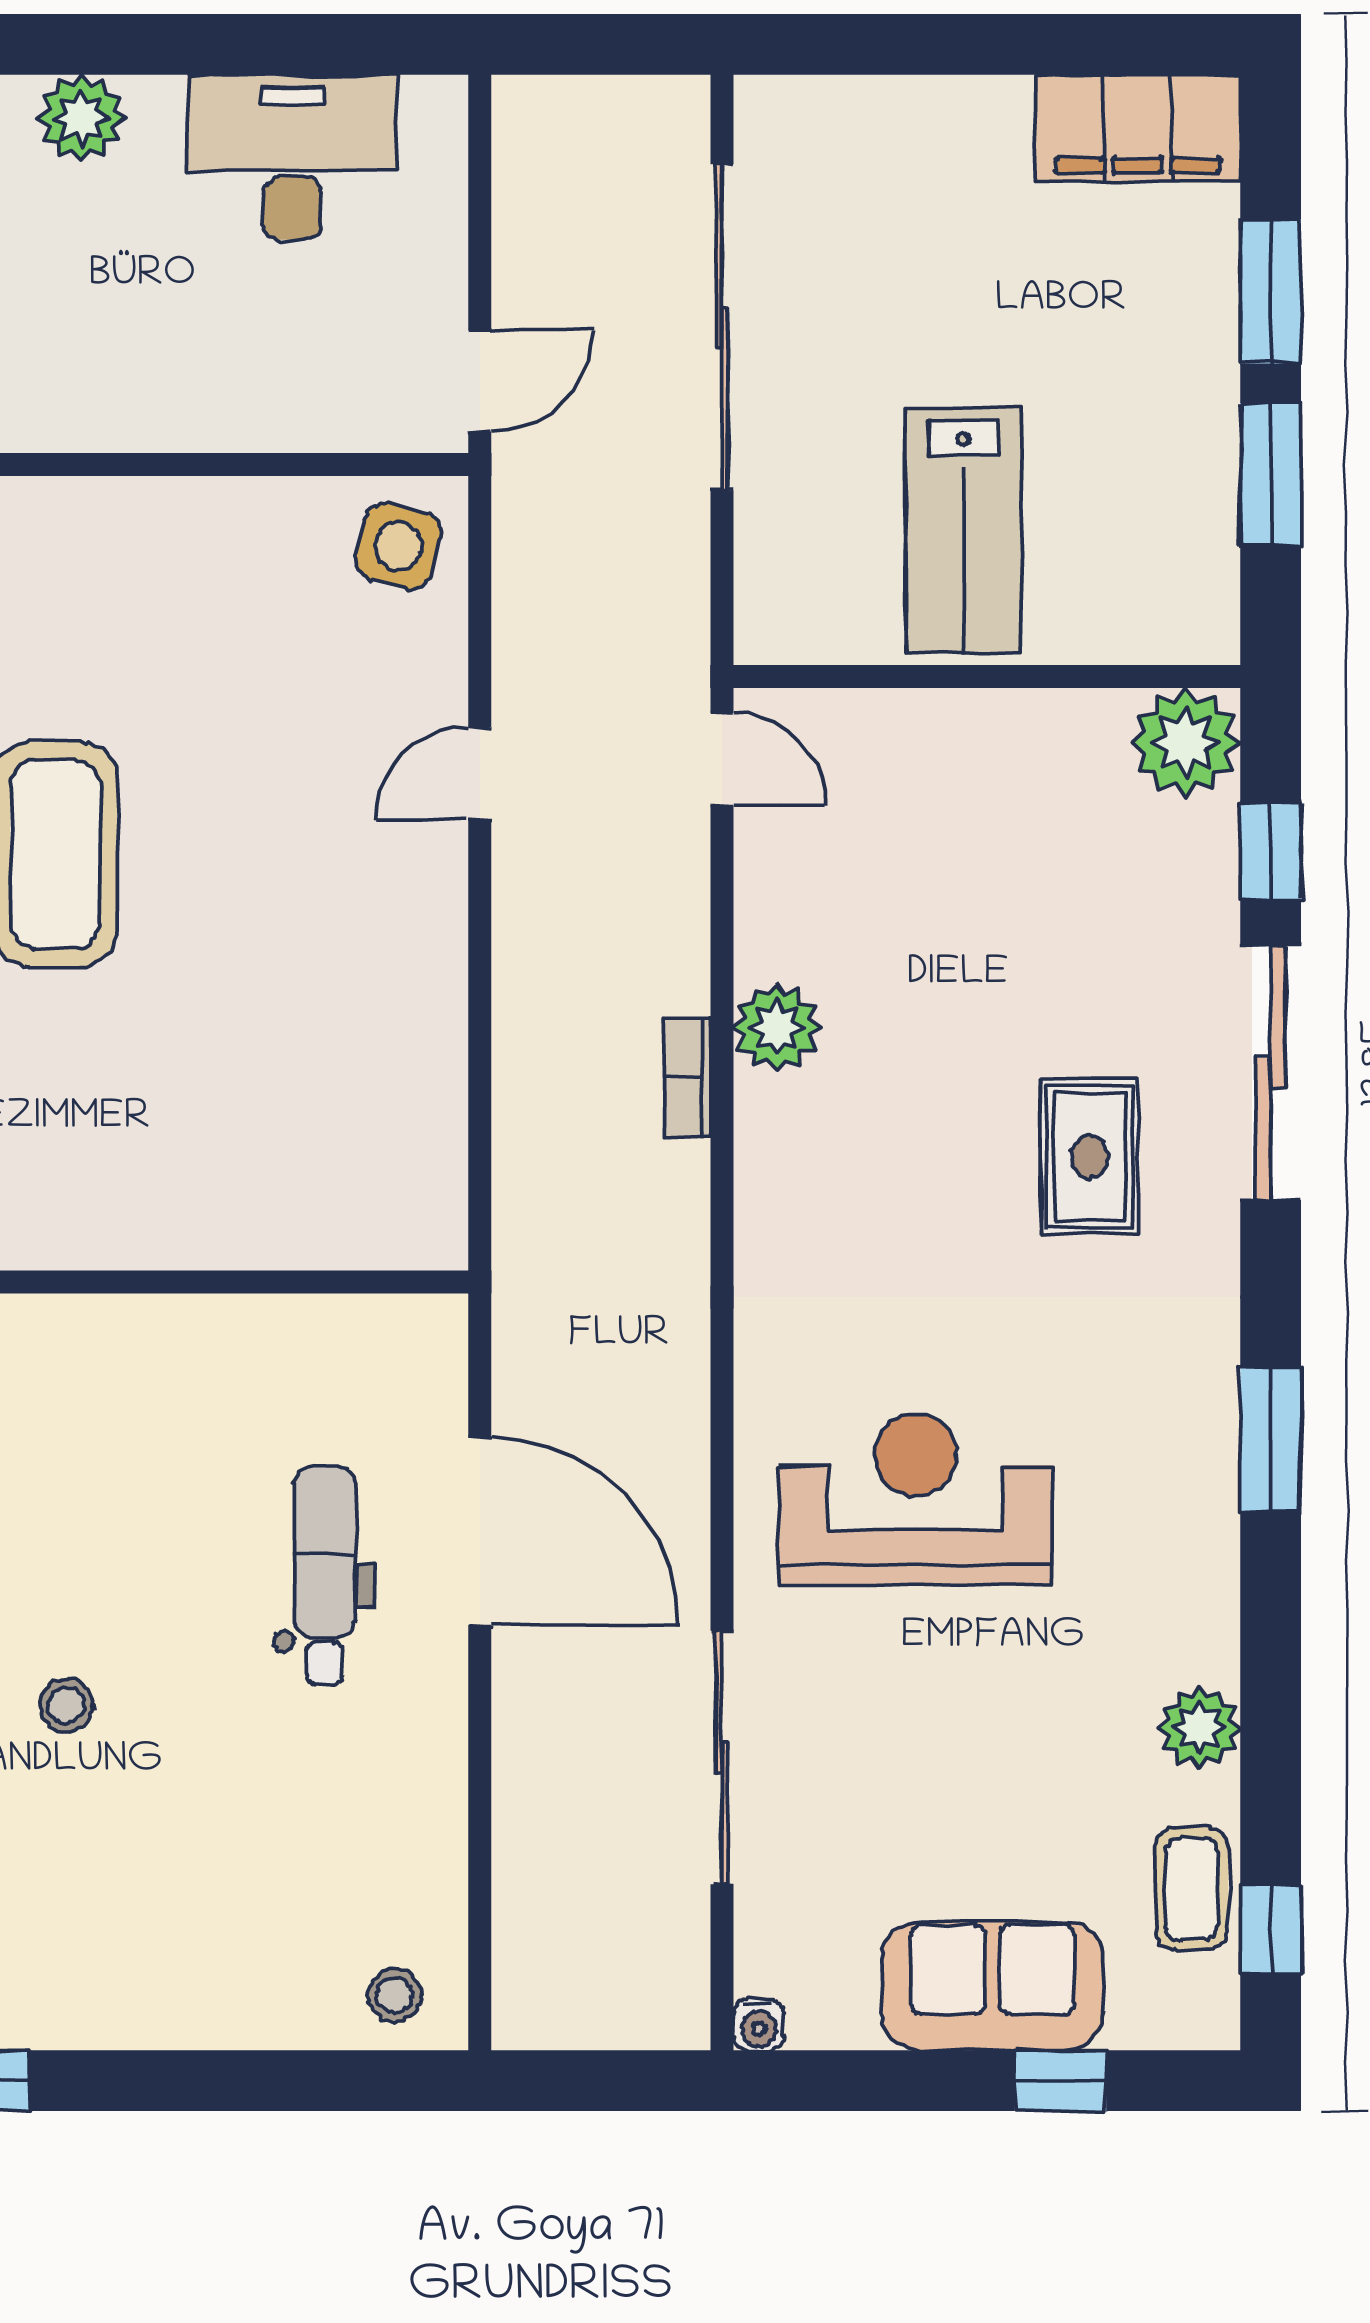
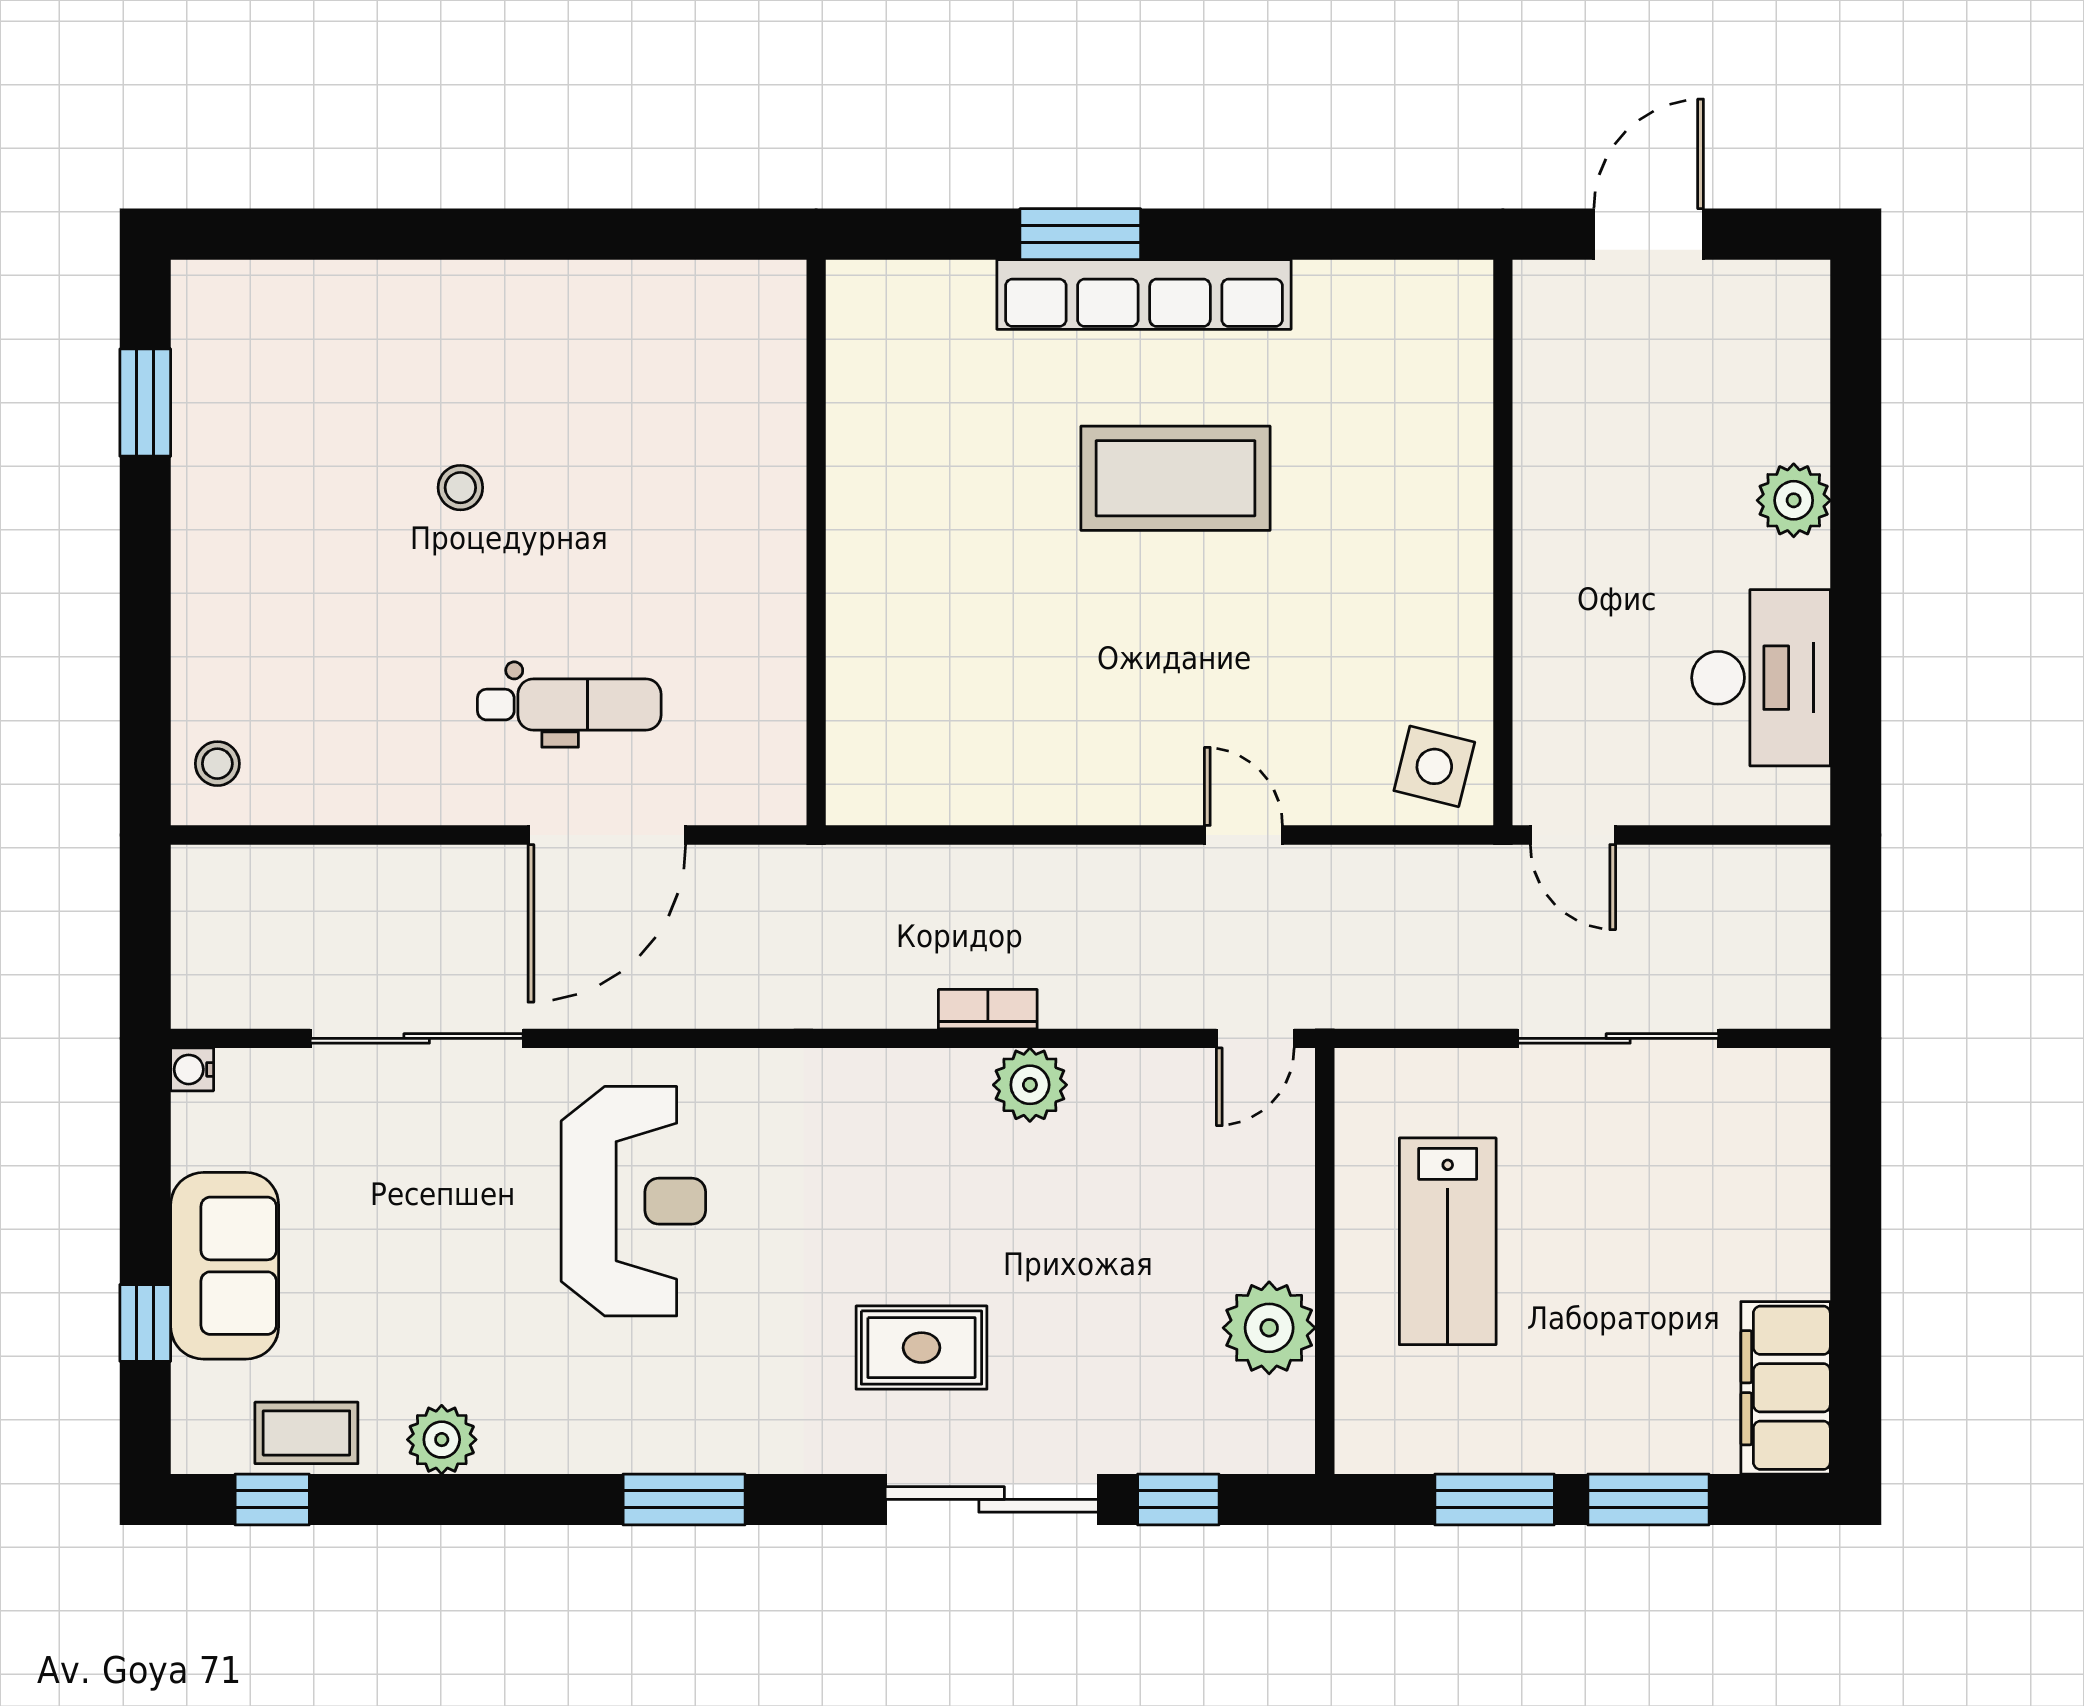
sliding door: (722, 327) -> (1618, 1038), width x0.73
lab bench: (963, 530) -> (1448, 1241), turned -90
plant: (1186, 743) -> (1269, 1328), moved

